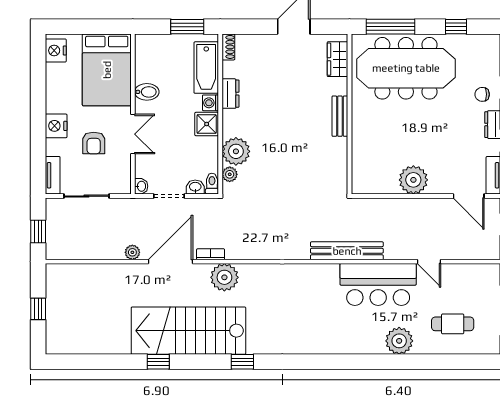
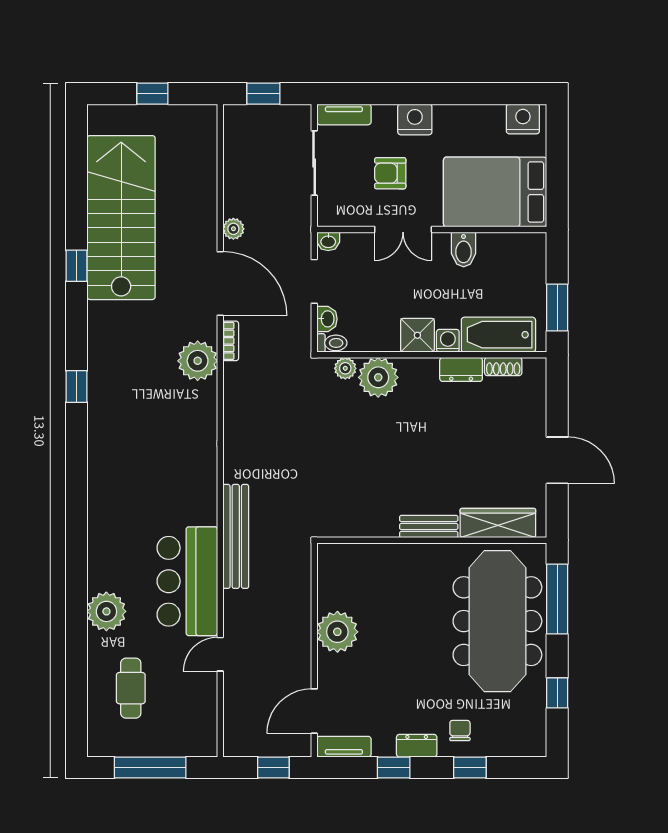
shoe rack: (228, 47) -> (503, 366), moved
wardrobe: (338, 59) -> (498, 523), width x1.50
stairs: (188, 331) -> (121, 218), moved

